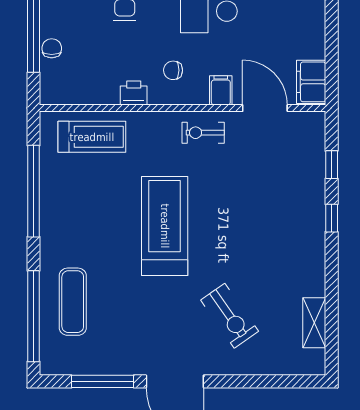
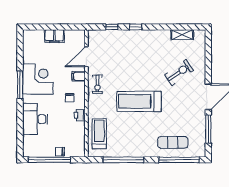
filing cabinet: (311, 82) -> (54, 36), moved

